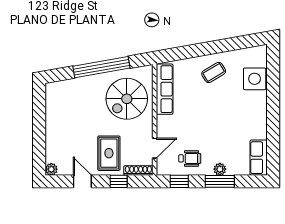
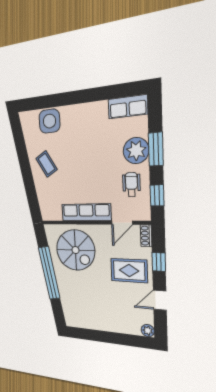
row of seats: (165, 89) -> (86, 212), moved
door: (155, 148) -> (122, 223), swing flipped
plant: (220, 169) -> (136, 151), width x1.88, depth x1.88
shoe rack: (138, 170) -> (146, 236), width x0.70

